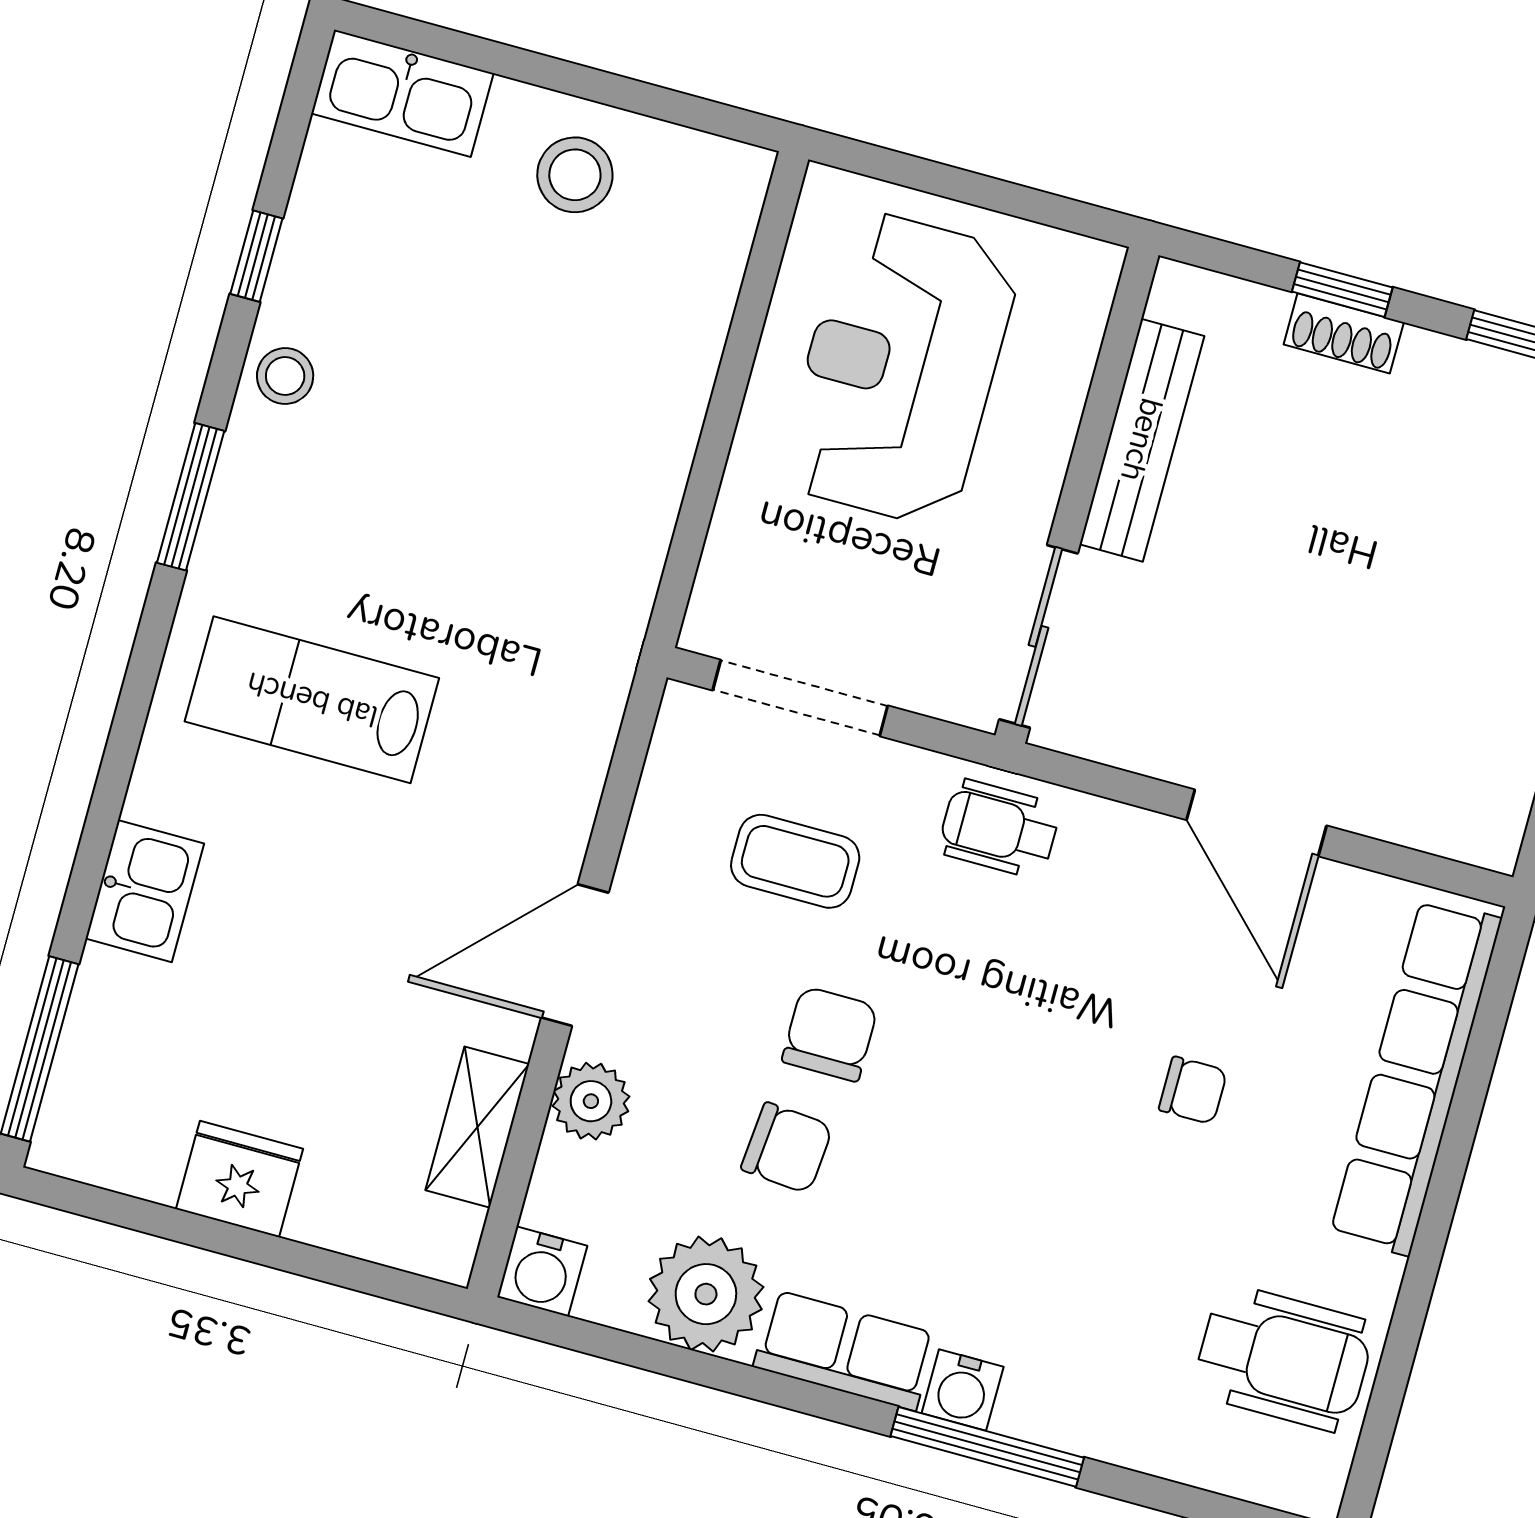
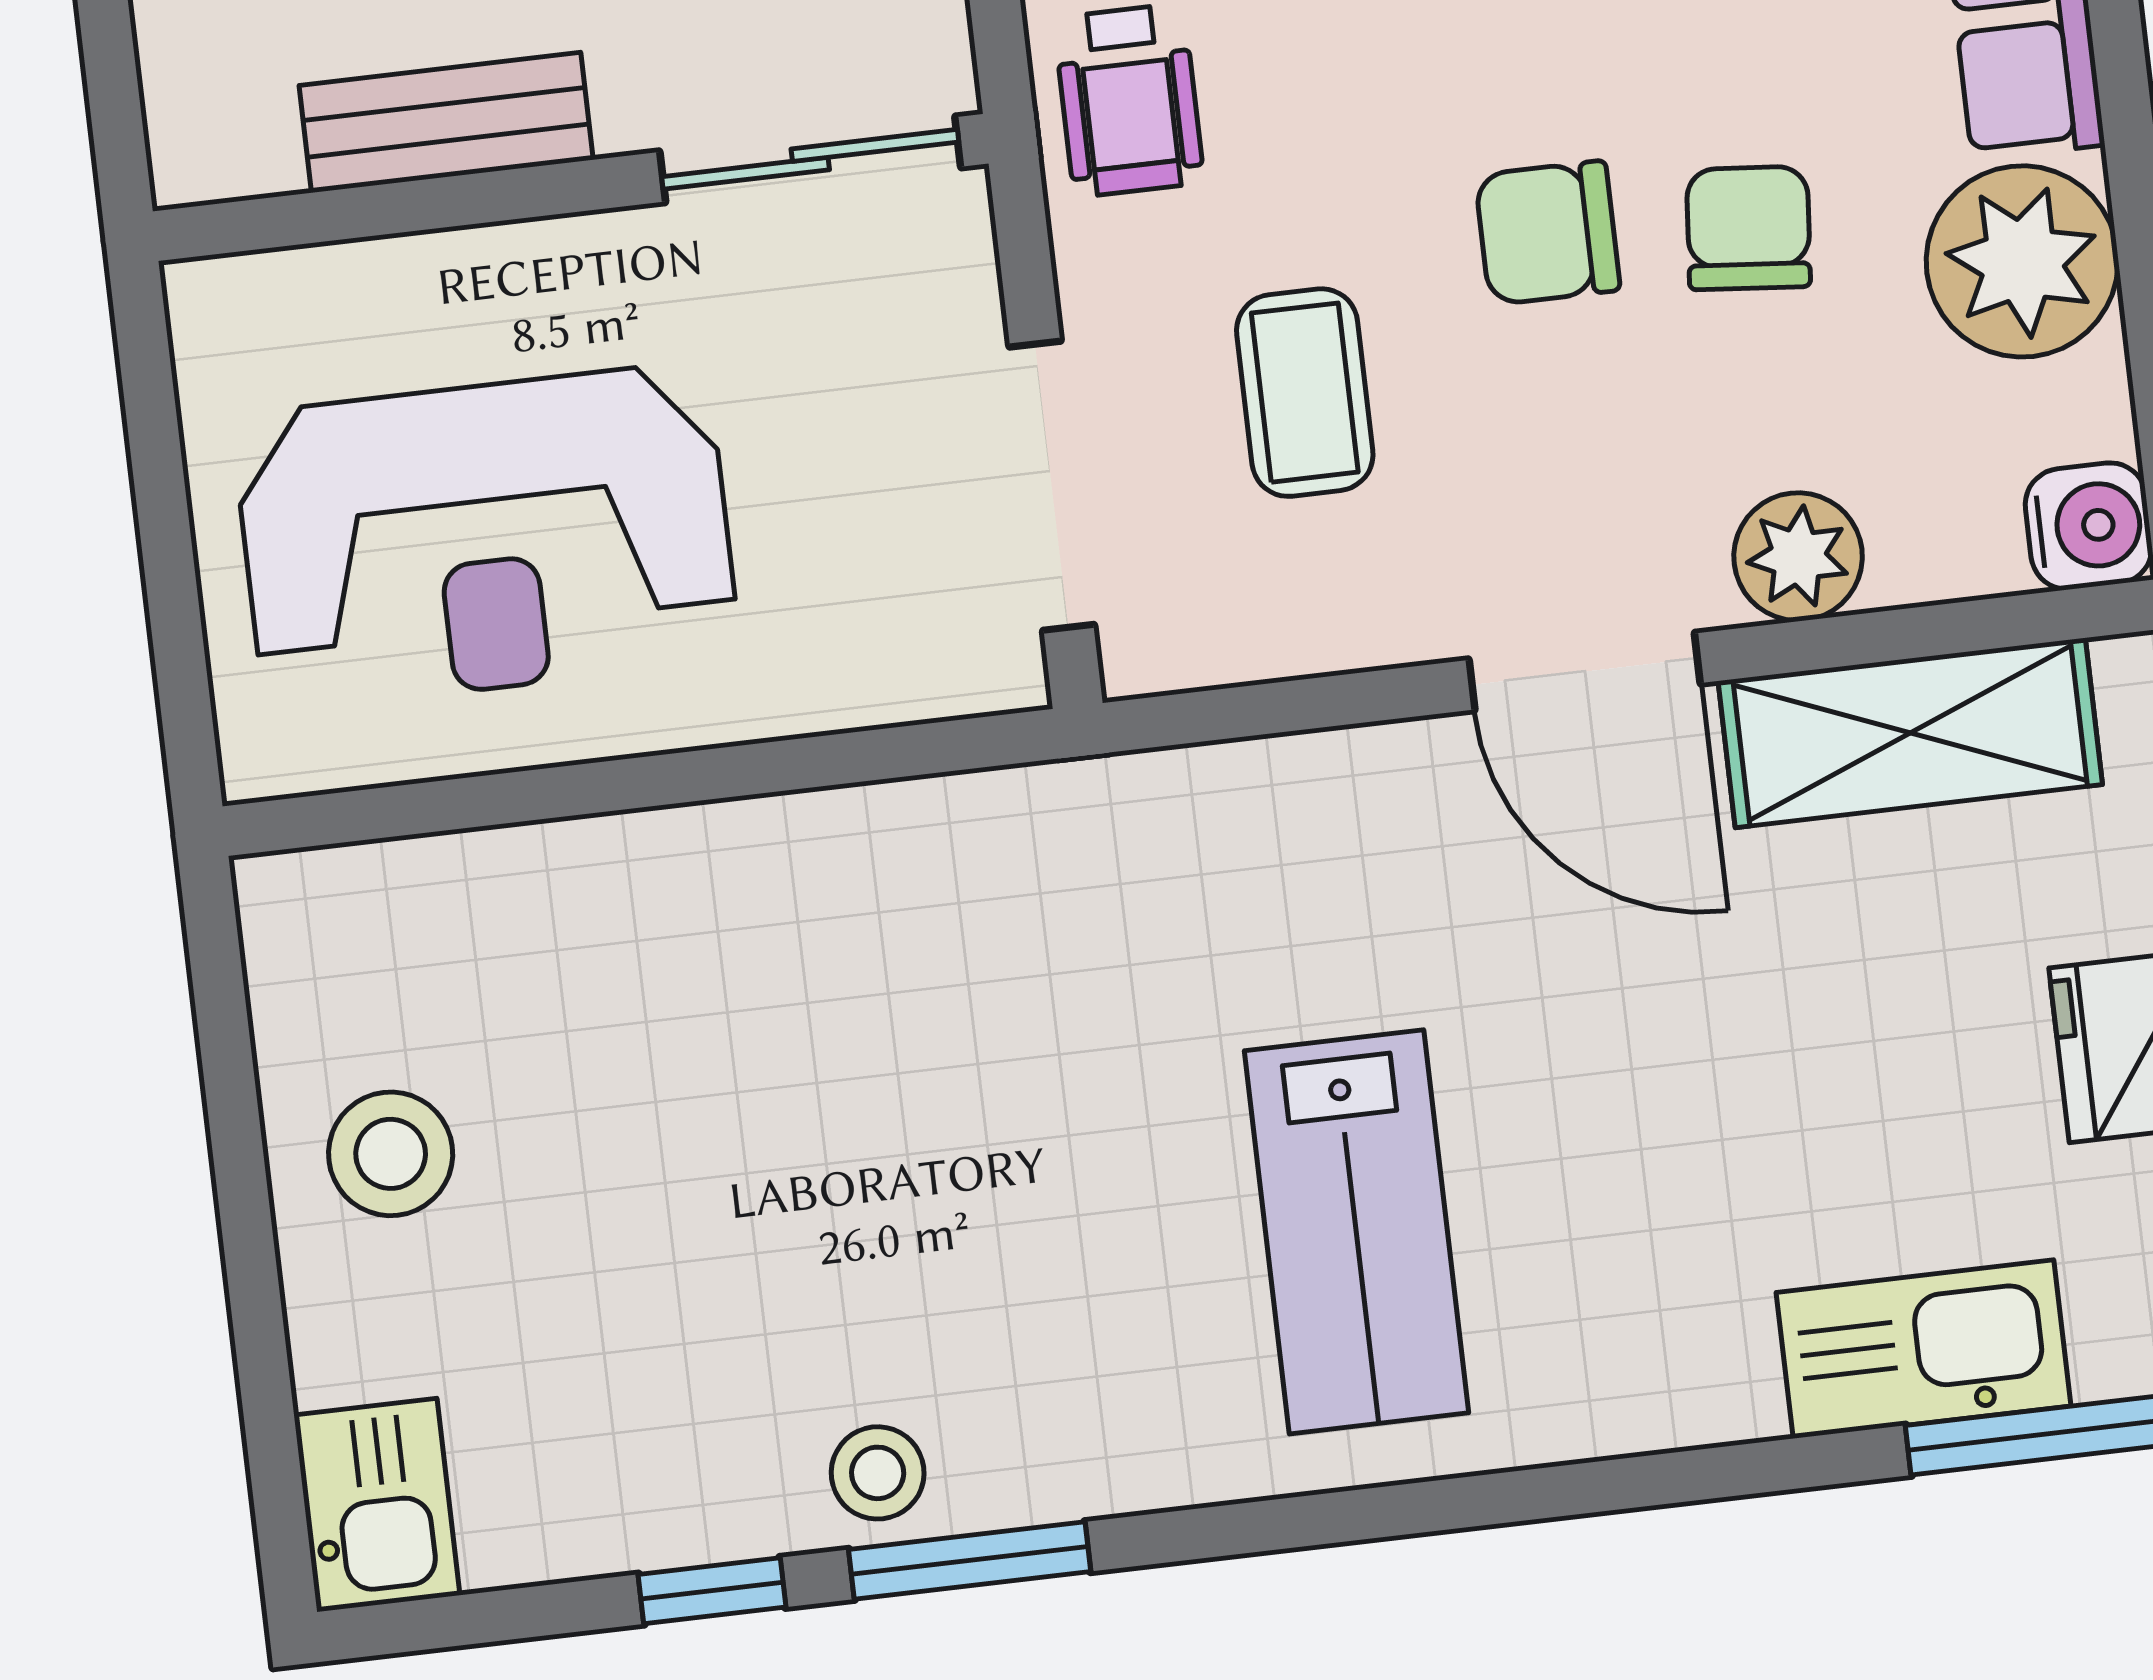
kitchen sink: (402, 93) -> (377, 1505), width x0.73
bench: (1142, 440) -> (446, 122), width x0.73
window: (191, 497) -> (970, 1561), moved
kitchen sink: (145, 891) -> (1923, 1349), moved, width x1.38
shelving: (477, 1127) -> (1910, 733), width x1.50, depth x1.33

